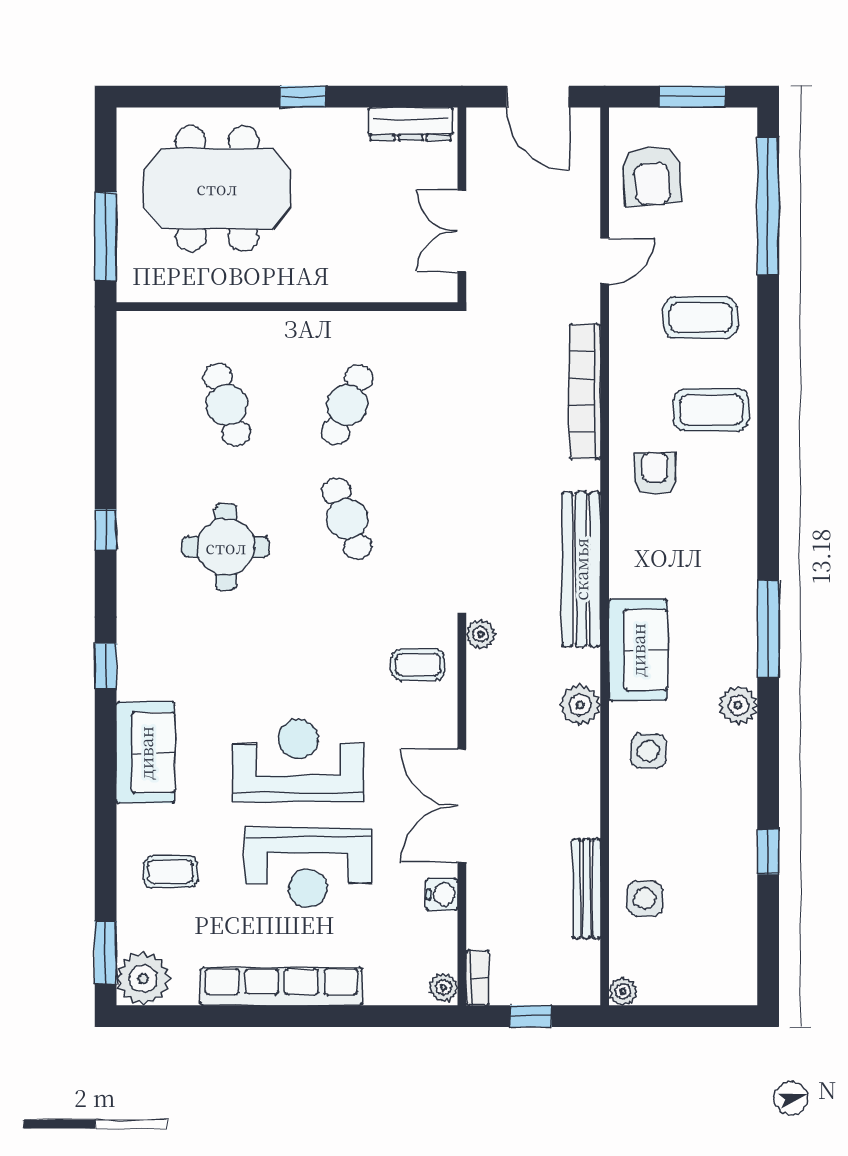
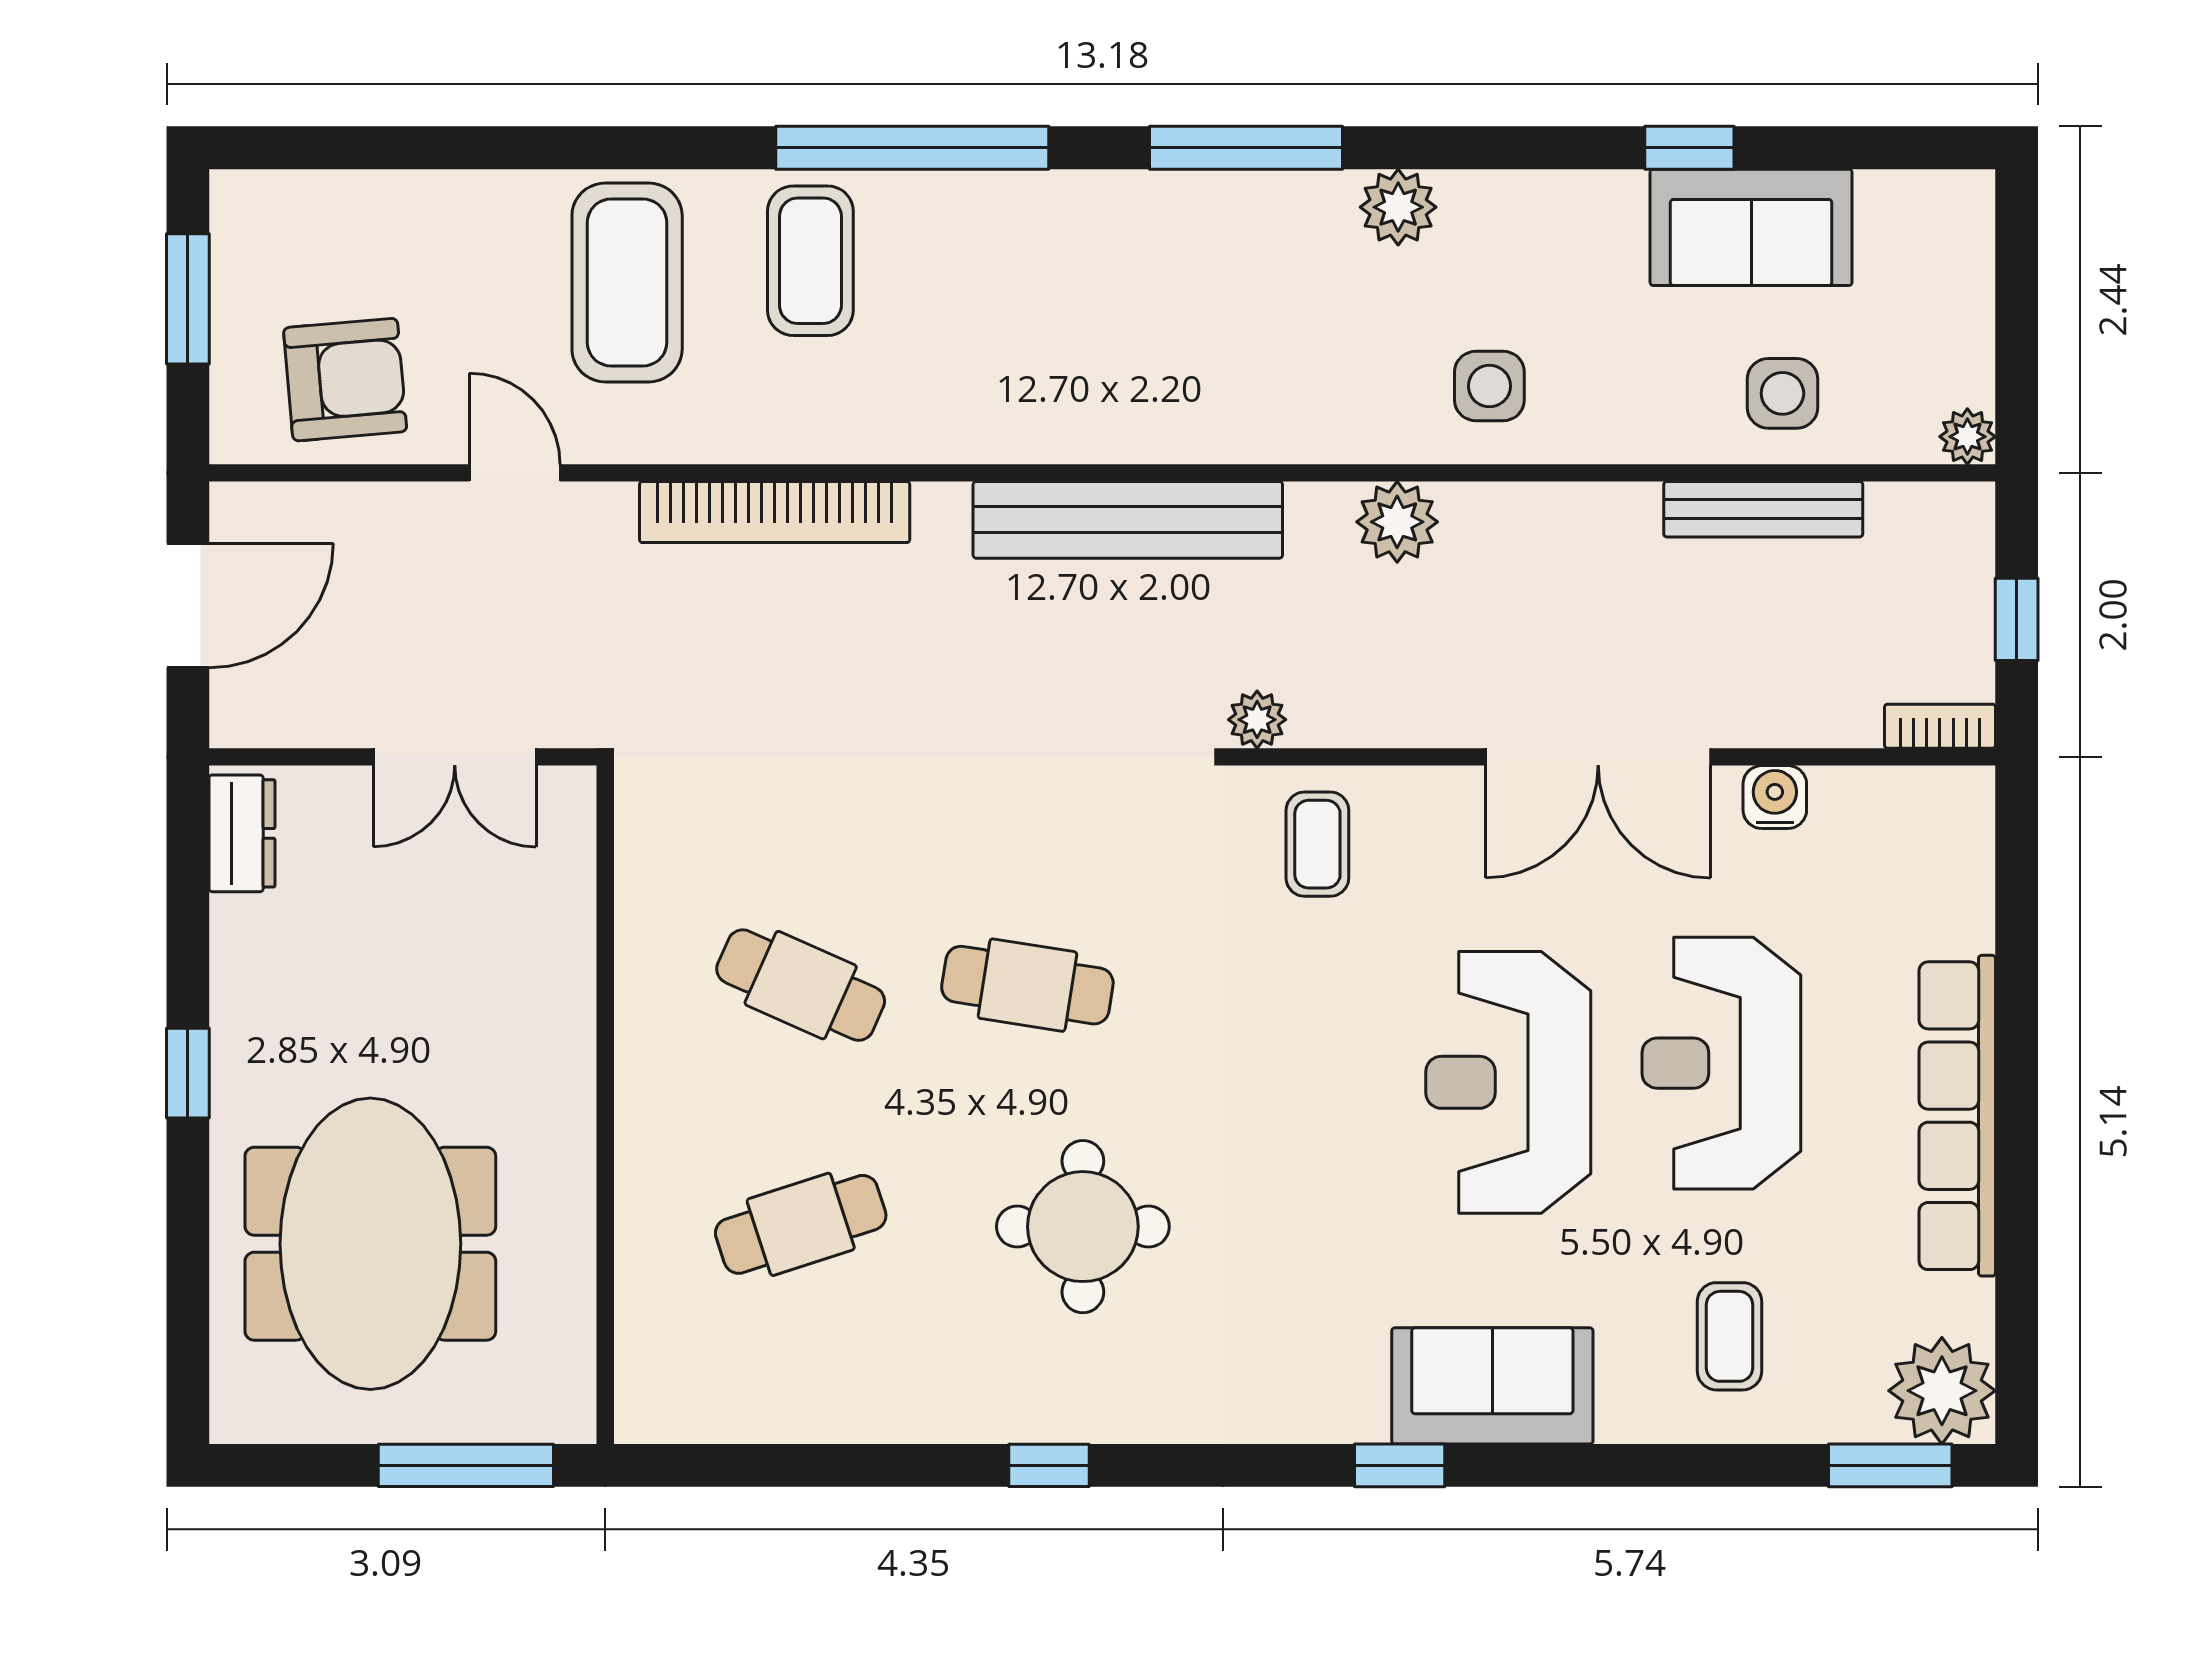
dresser: (411, 124) -> (242, 833), width x0.70
window: (768, 206) -> (912, 148), moved
coffee table: (700, 318) -> (627, 282), width x1.36, depth x1.32
armchair: (655, 473) -> (937, 373), removed
cafe table: (347, 519) -> (1027, 985), turned 30
sofa: (638, 650) -> (1751, 227), moved, turned 180
window: (106, 666) -> (1400, 1465), moved
reception desk: (308, 868) -> (1721, 1063), turned 180
plant: (443, 987) -> (1959, 794), removed

